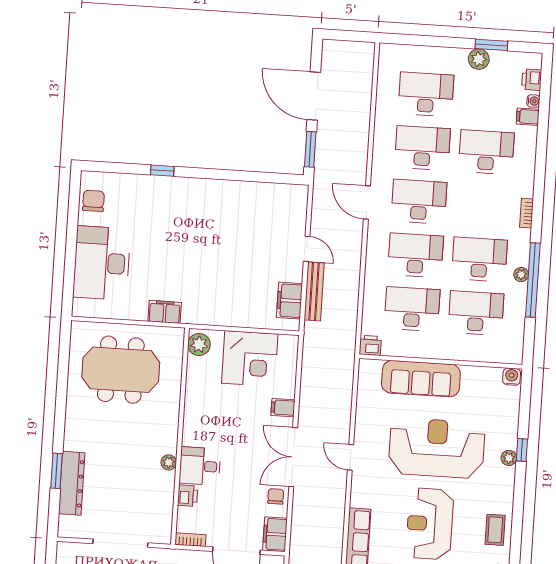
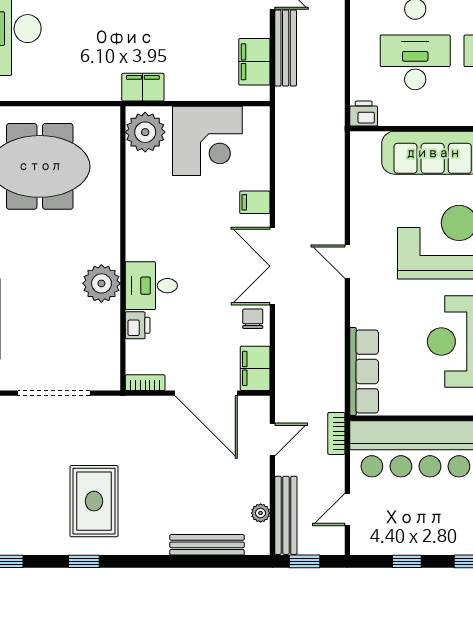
filing cabinet: (165, 312) -> (143, 87), moved
plant: (199, 344) -> (145, 132), width x1.36, depth x1.36
plant: (169, 462) -> (101, 283), width x1.88, depth x1.88

